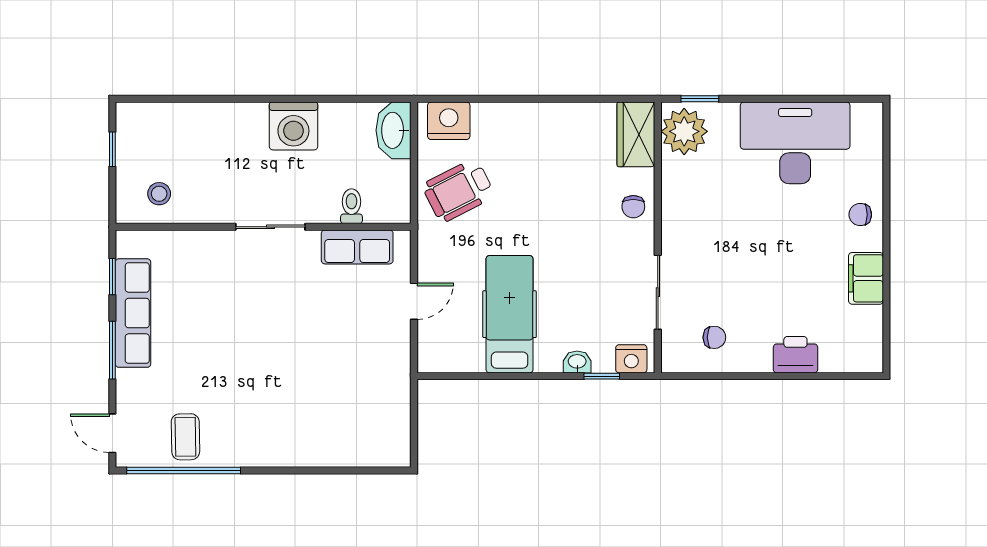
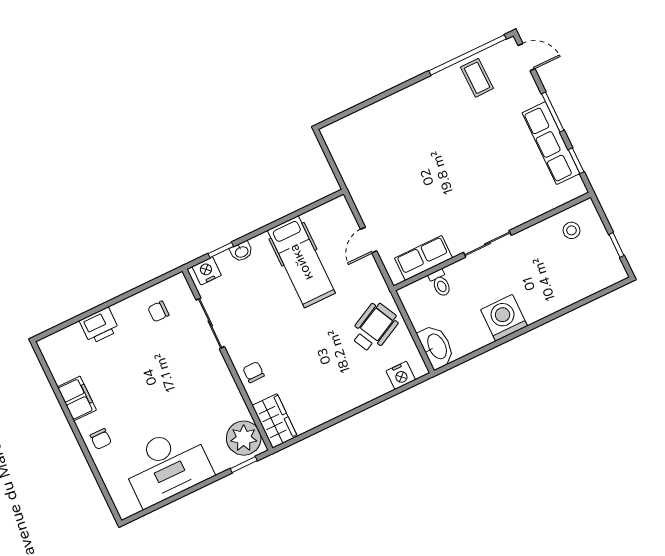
nightstand: (449, 121) -> (401, 375), width x0.74, depth x0.75
chair: (860, 215) -> (101, 439), turned 90

